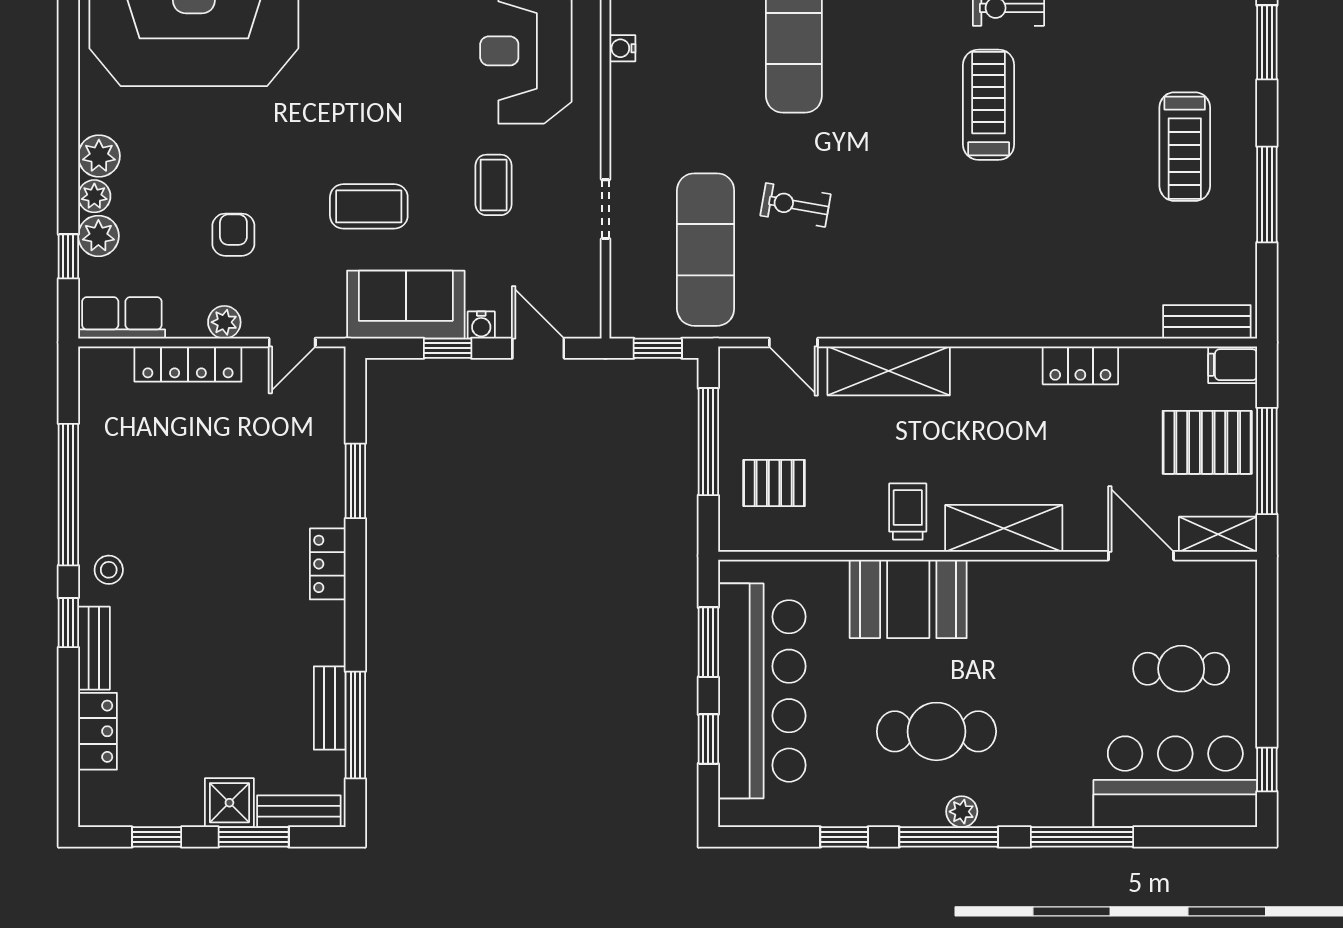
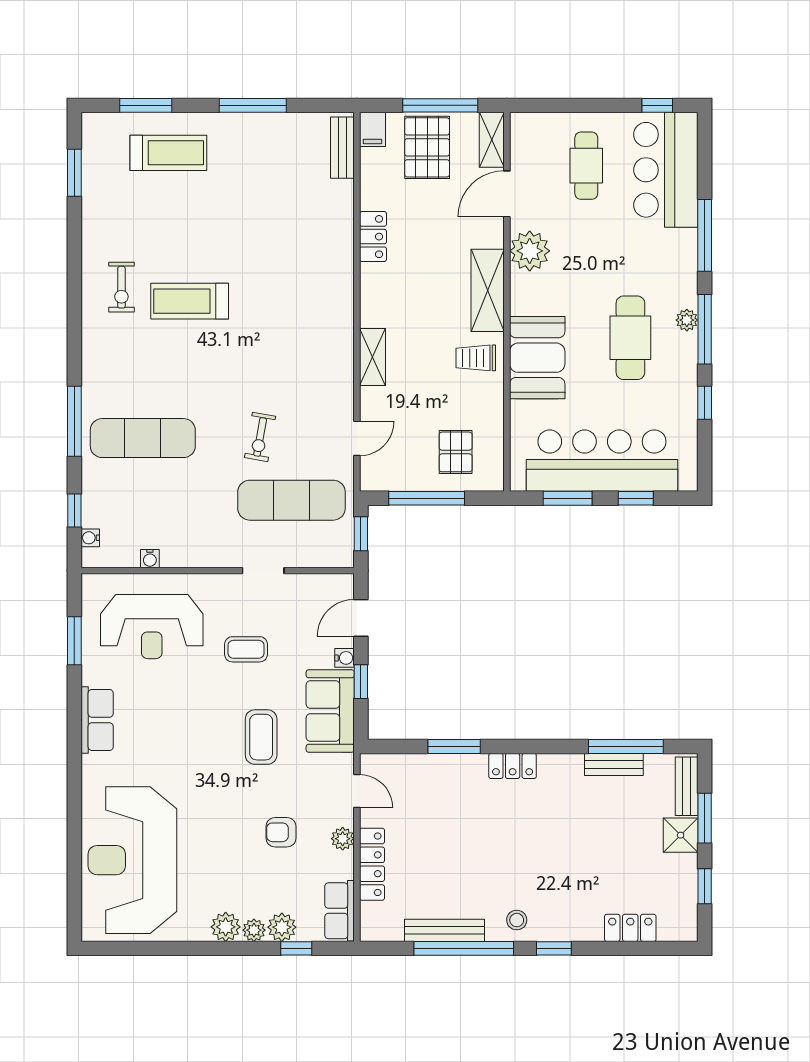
treadmill: (1185, 147) -> (168, 153), moved
shelving: (889, 371) -> (372, 357), width x0.67, depth x0.75
plant: (1060, 588) -> (530, 251), added
bench: (94, 648) -> (445, 930), moved, width x1.36

